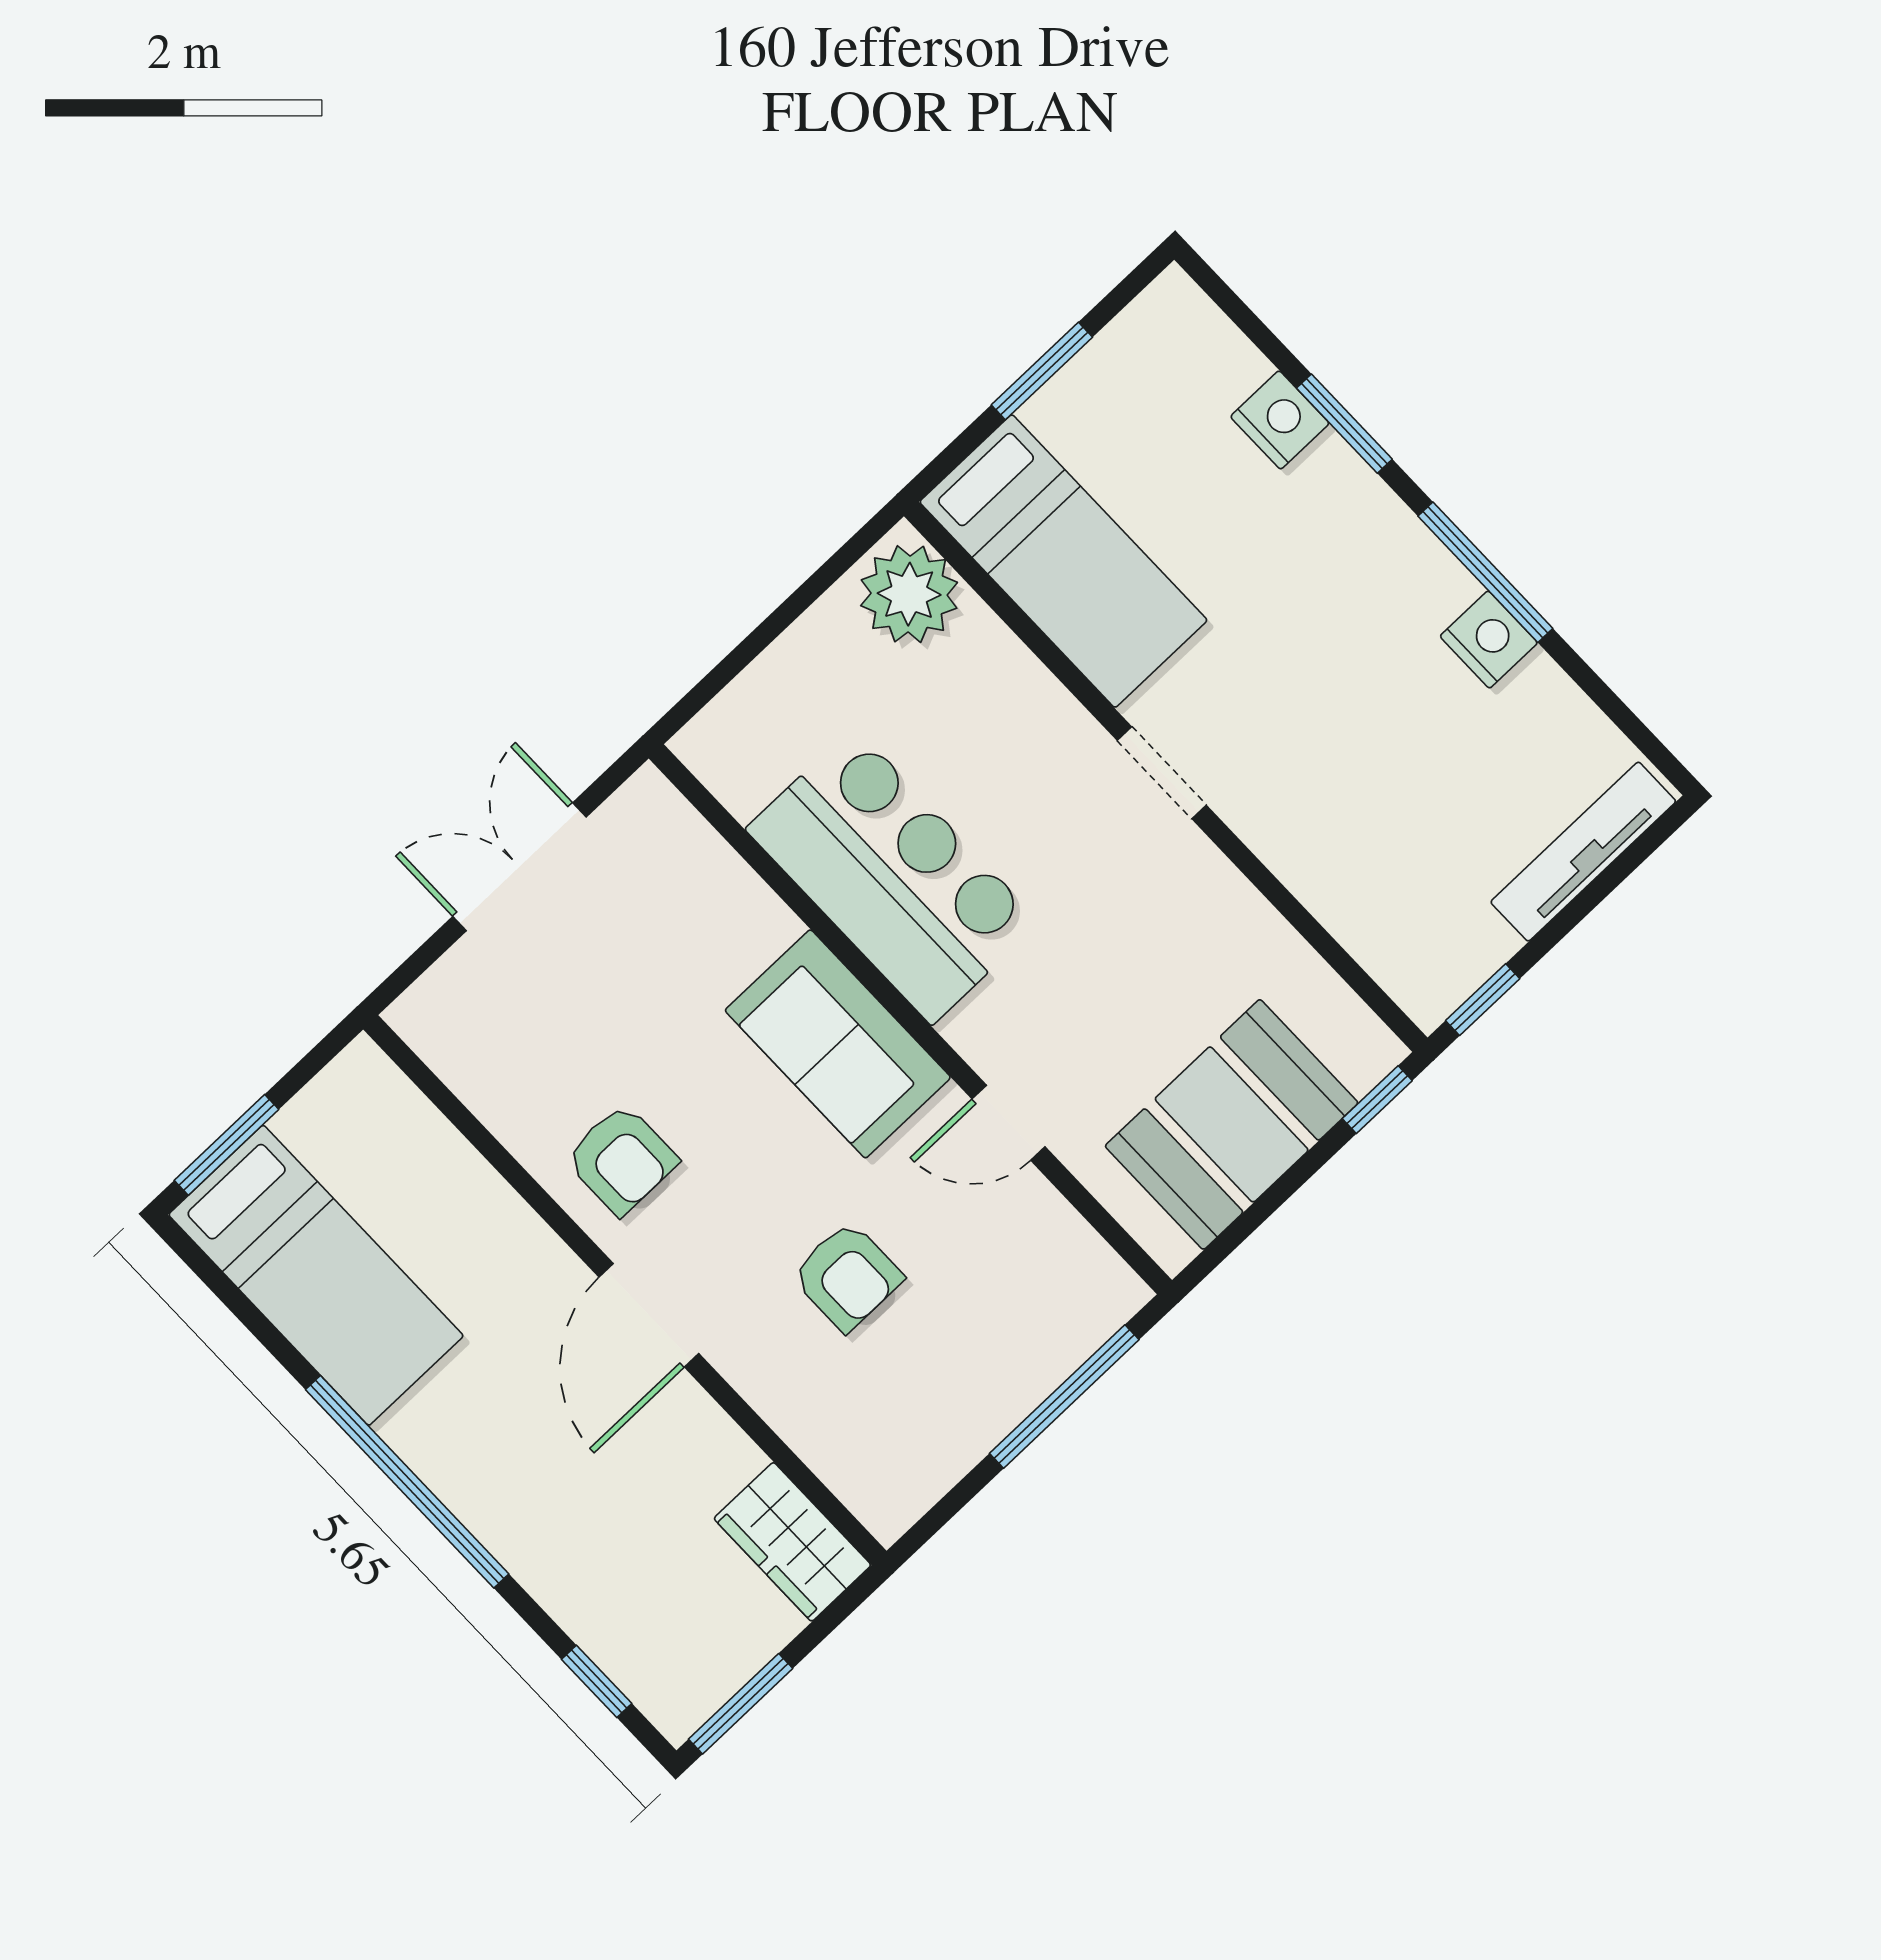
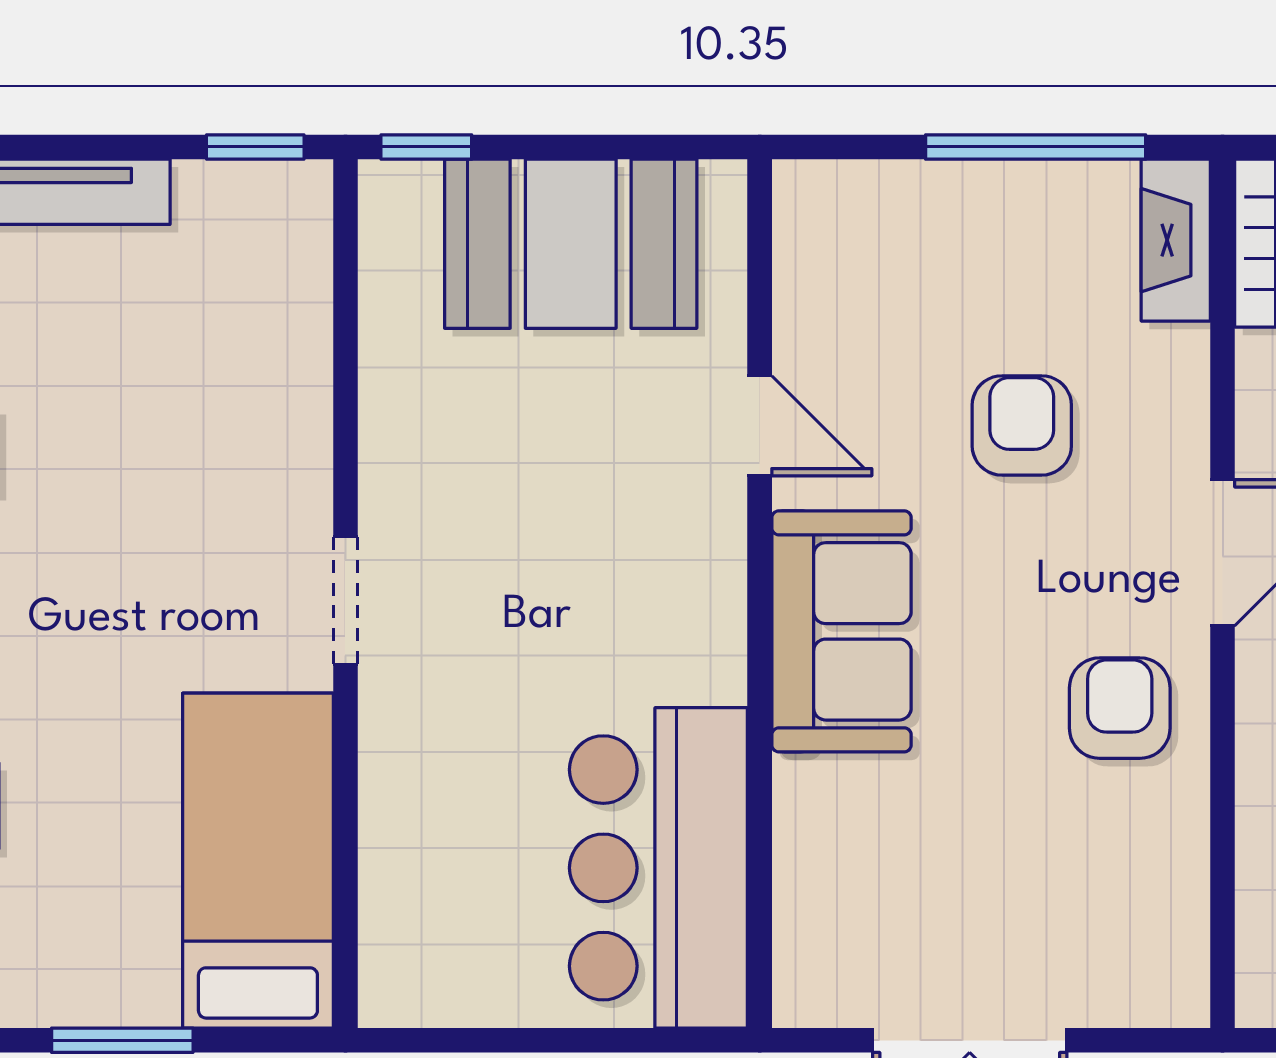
plant: (909, 594) -> (416, 957), removed
bar counter: (893, 876) -> (658, 868), moved
window: (1064, 1397) -> (1036, 147), moved
fireplace: (861, 1481) -> (1176, 240), added

